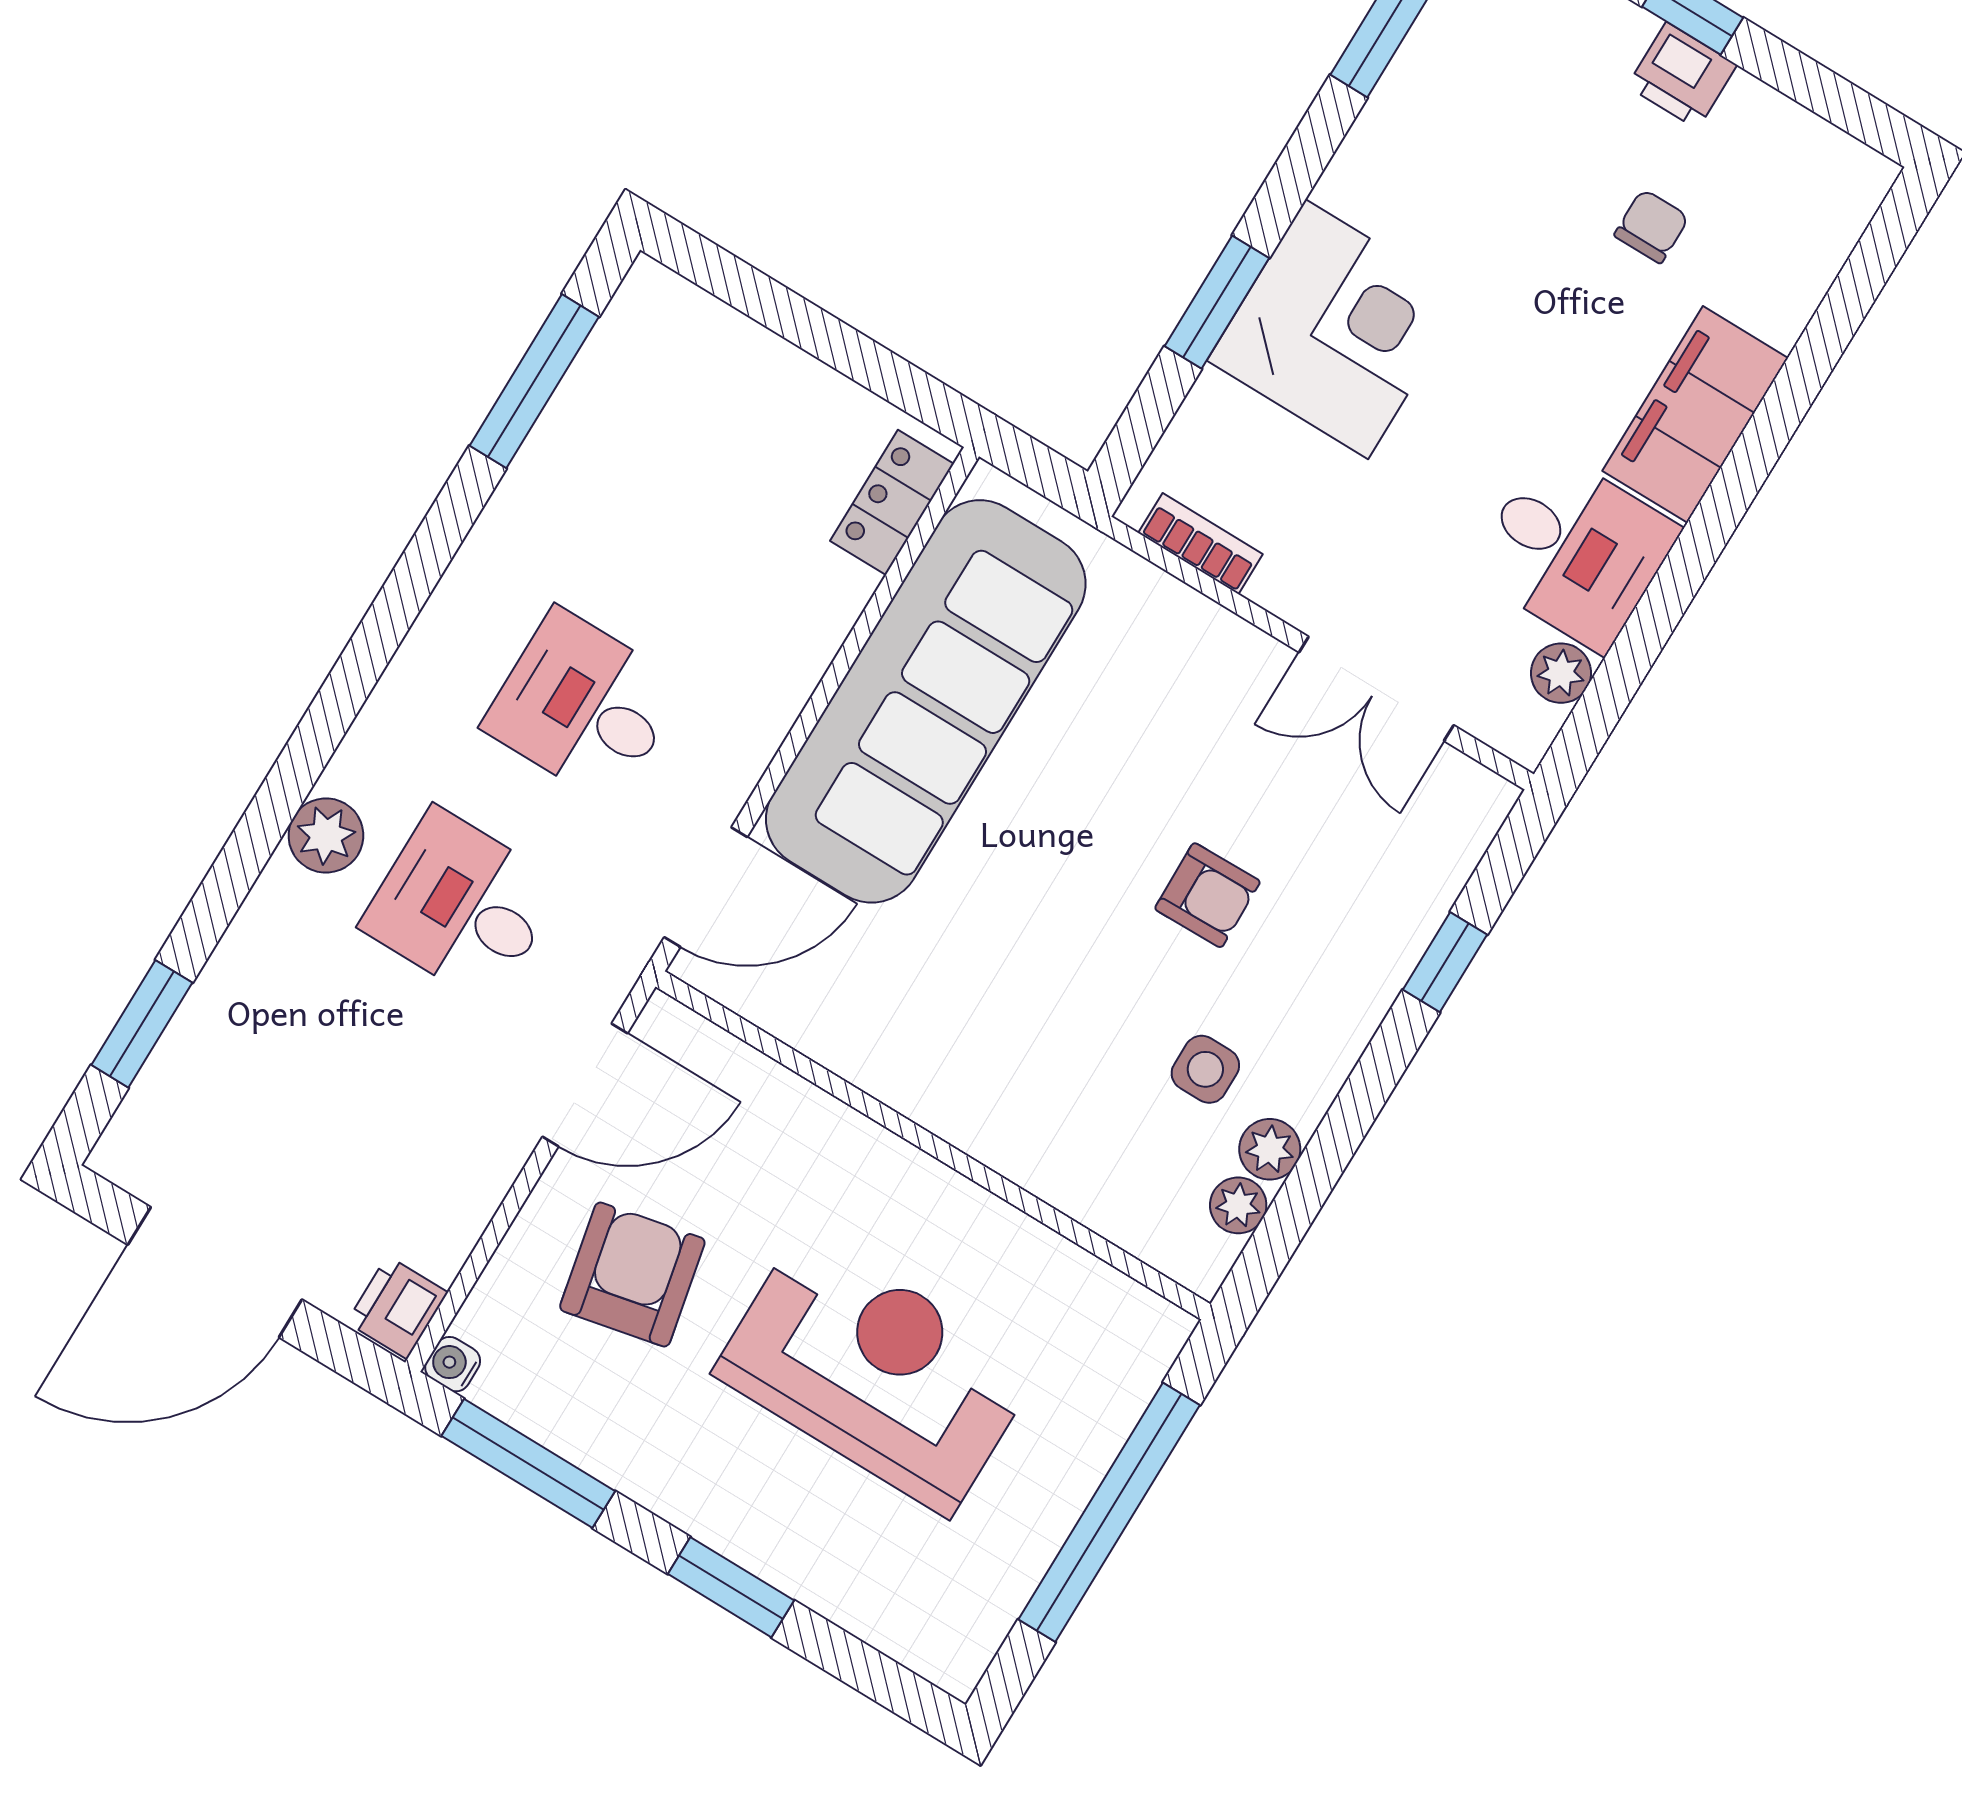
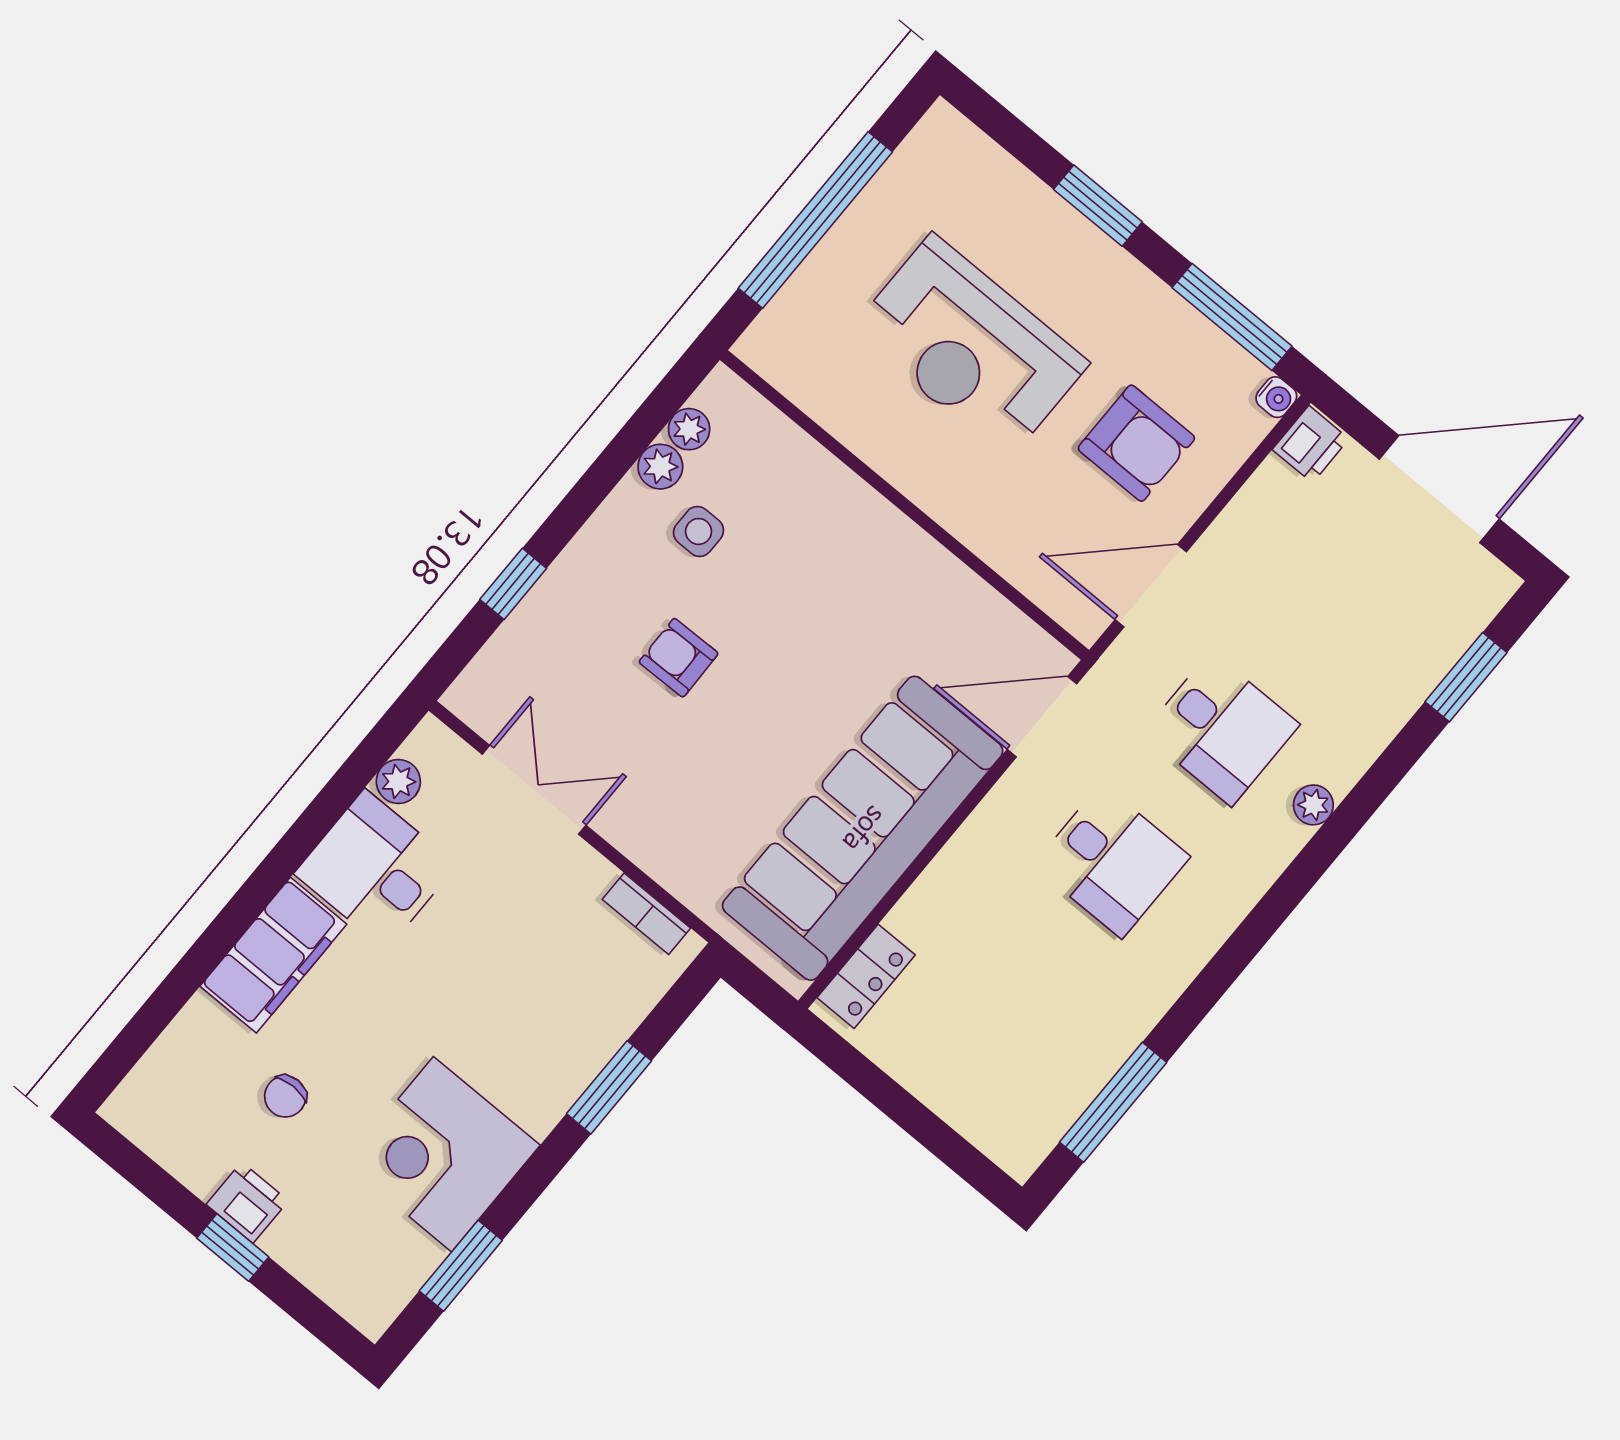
corner desk: (1337, 329) -> (442, 1154), moved
plant: (326, 835) -> (1313, 805), width x0.73, depth x0.73
armchair: (632, 1274) -> (1136, 443), turned -78

